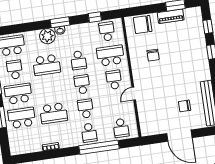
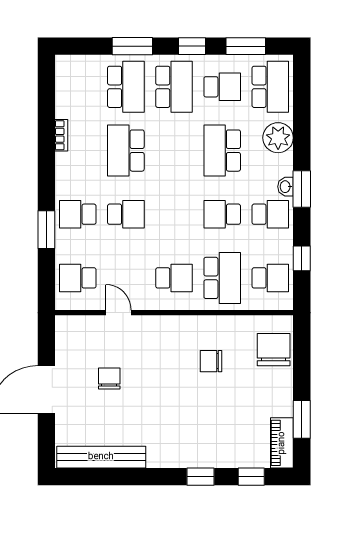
piano: (171, 16) -> (282, 443), moved
plant: (47, 36) -> (278, 138), moved
school desk: (82, 84) -> (270, 214), moved
door: (134, 94) -> (119, 313), moved
chair: (185, 106) -> (109, 379), moved
window: (99, 147) -> (46, 230), width x0.47

